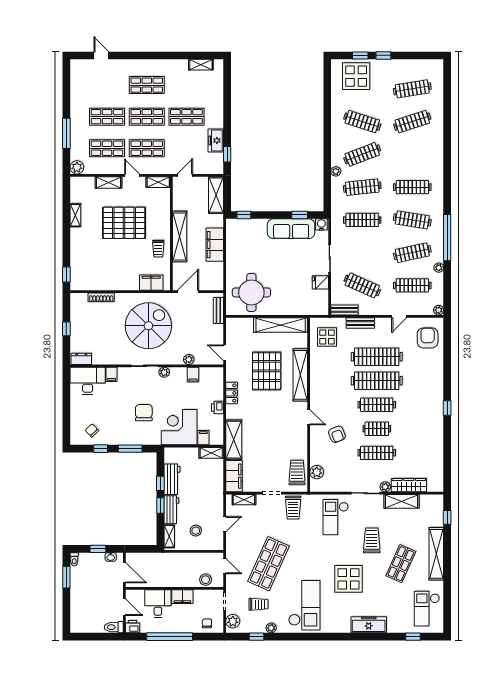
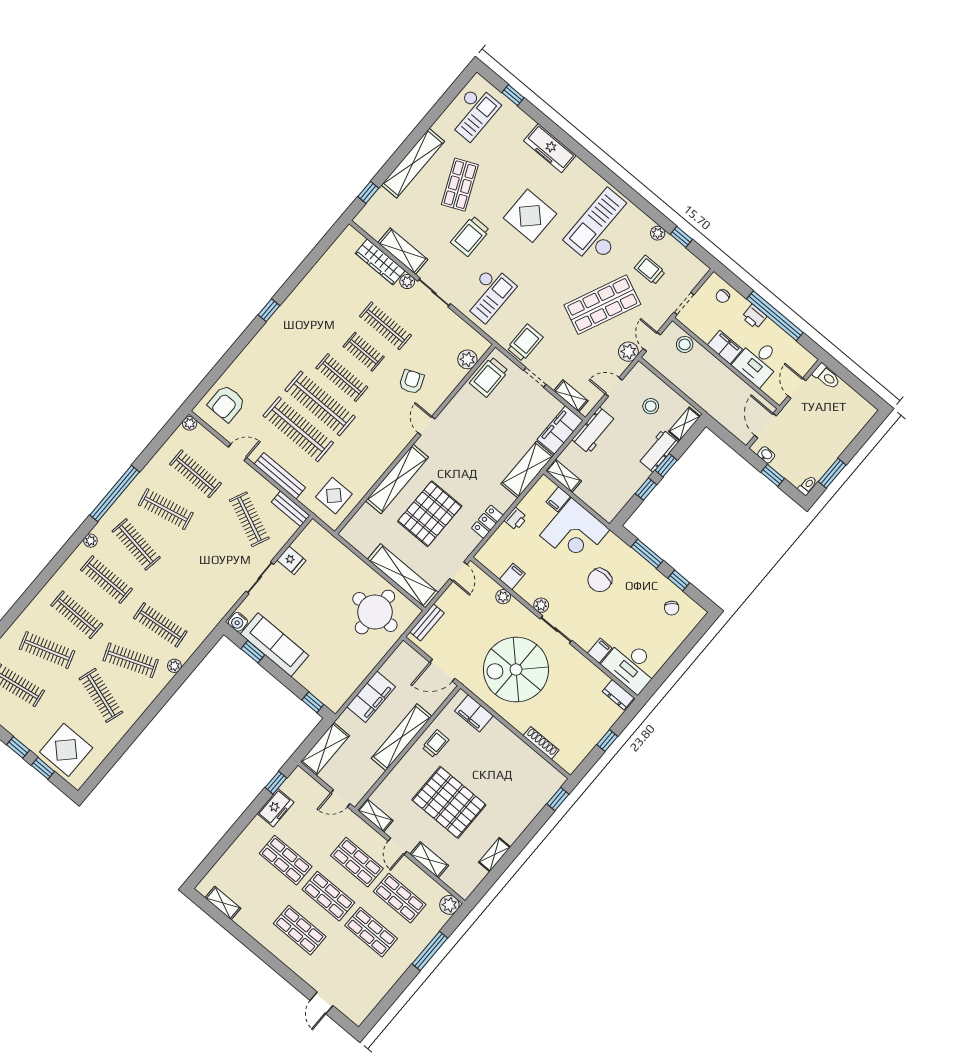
clothes rail: (362, 220) -> (77, 615), moved
plant: (439, 268) -> (90, 541), moved
bench: (360, 323) -> (280, 476), width x1.36
shelving: (281, 325) -> (403, 576), moved
workbench: (172, 479) -> (594, 430), moved, turned 180
shop shelf: (401, 564) -> (460, 185), turned -48
plant: (233, 621) -> (628, 352), moved
printer: (133, 627) -> (754, 317), moved

